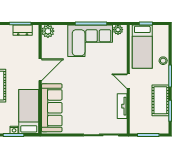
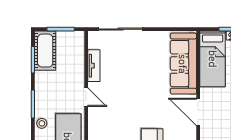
door: (40, 70) -> (198, 112), hinge flipped
cot: (160, 100) -> (45, 51), moved

